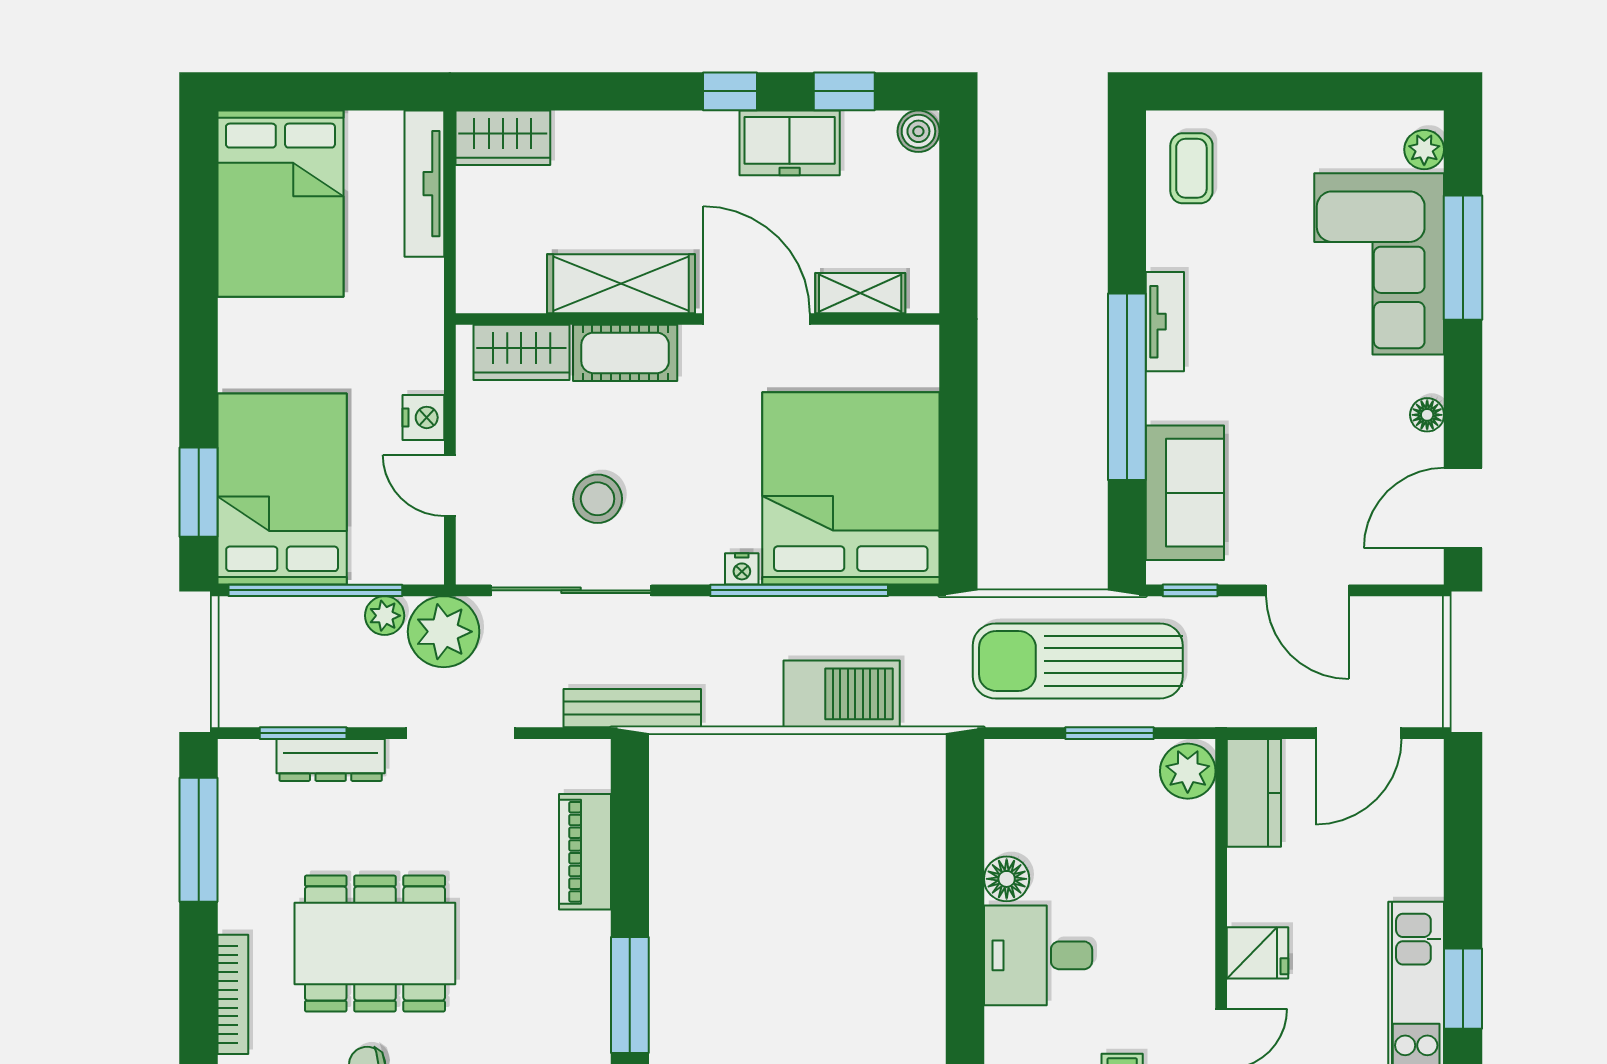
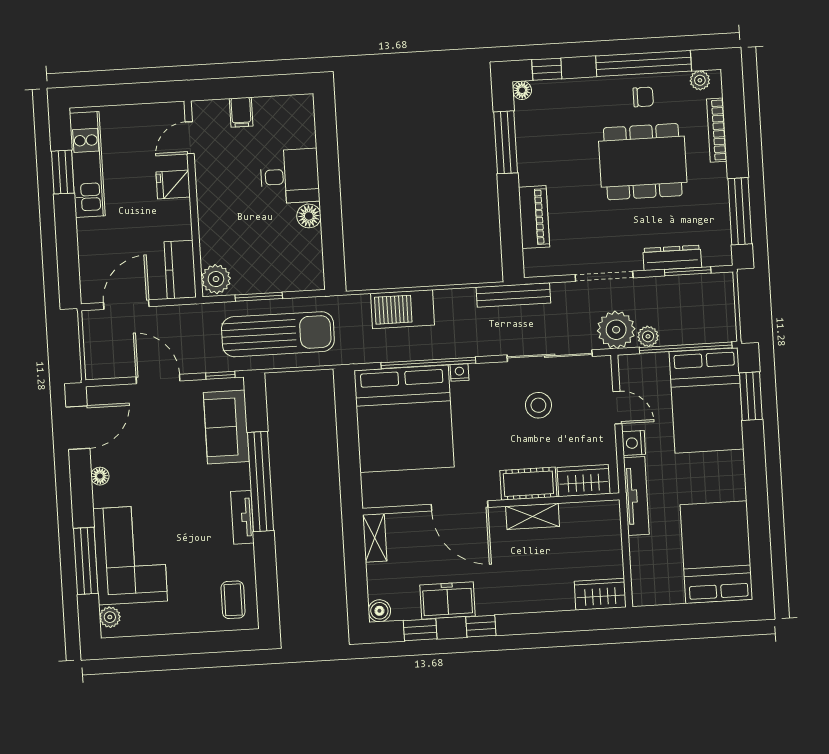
tv unit: (424, 184) -> (636, 496), moved
shelving: (621, 284) -> (533, 516), width x0.67, depth x0.75
shelving: (860, 293) -> (375, 538), moved, turned 90

